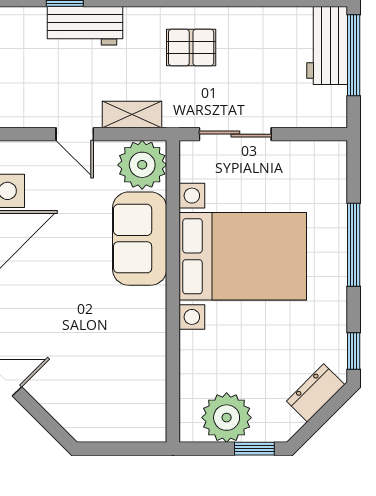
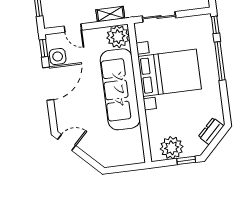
door: (75, 134) -> (73, 28), moved
sofa: (140, 239) -> (120, 89), width x1.85, depth x1.27
window: (354, 351) -> (215, 25), moved

